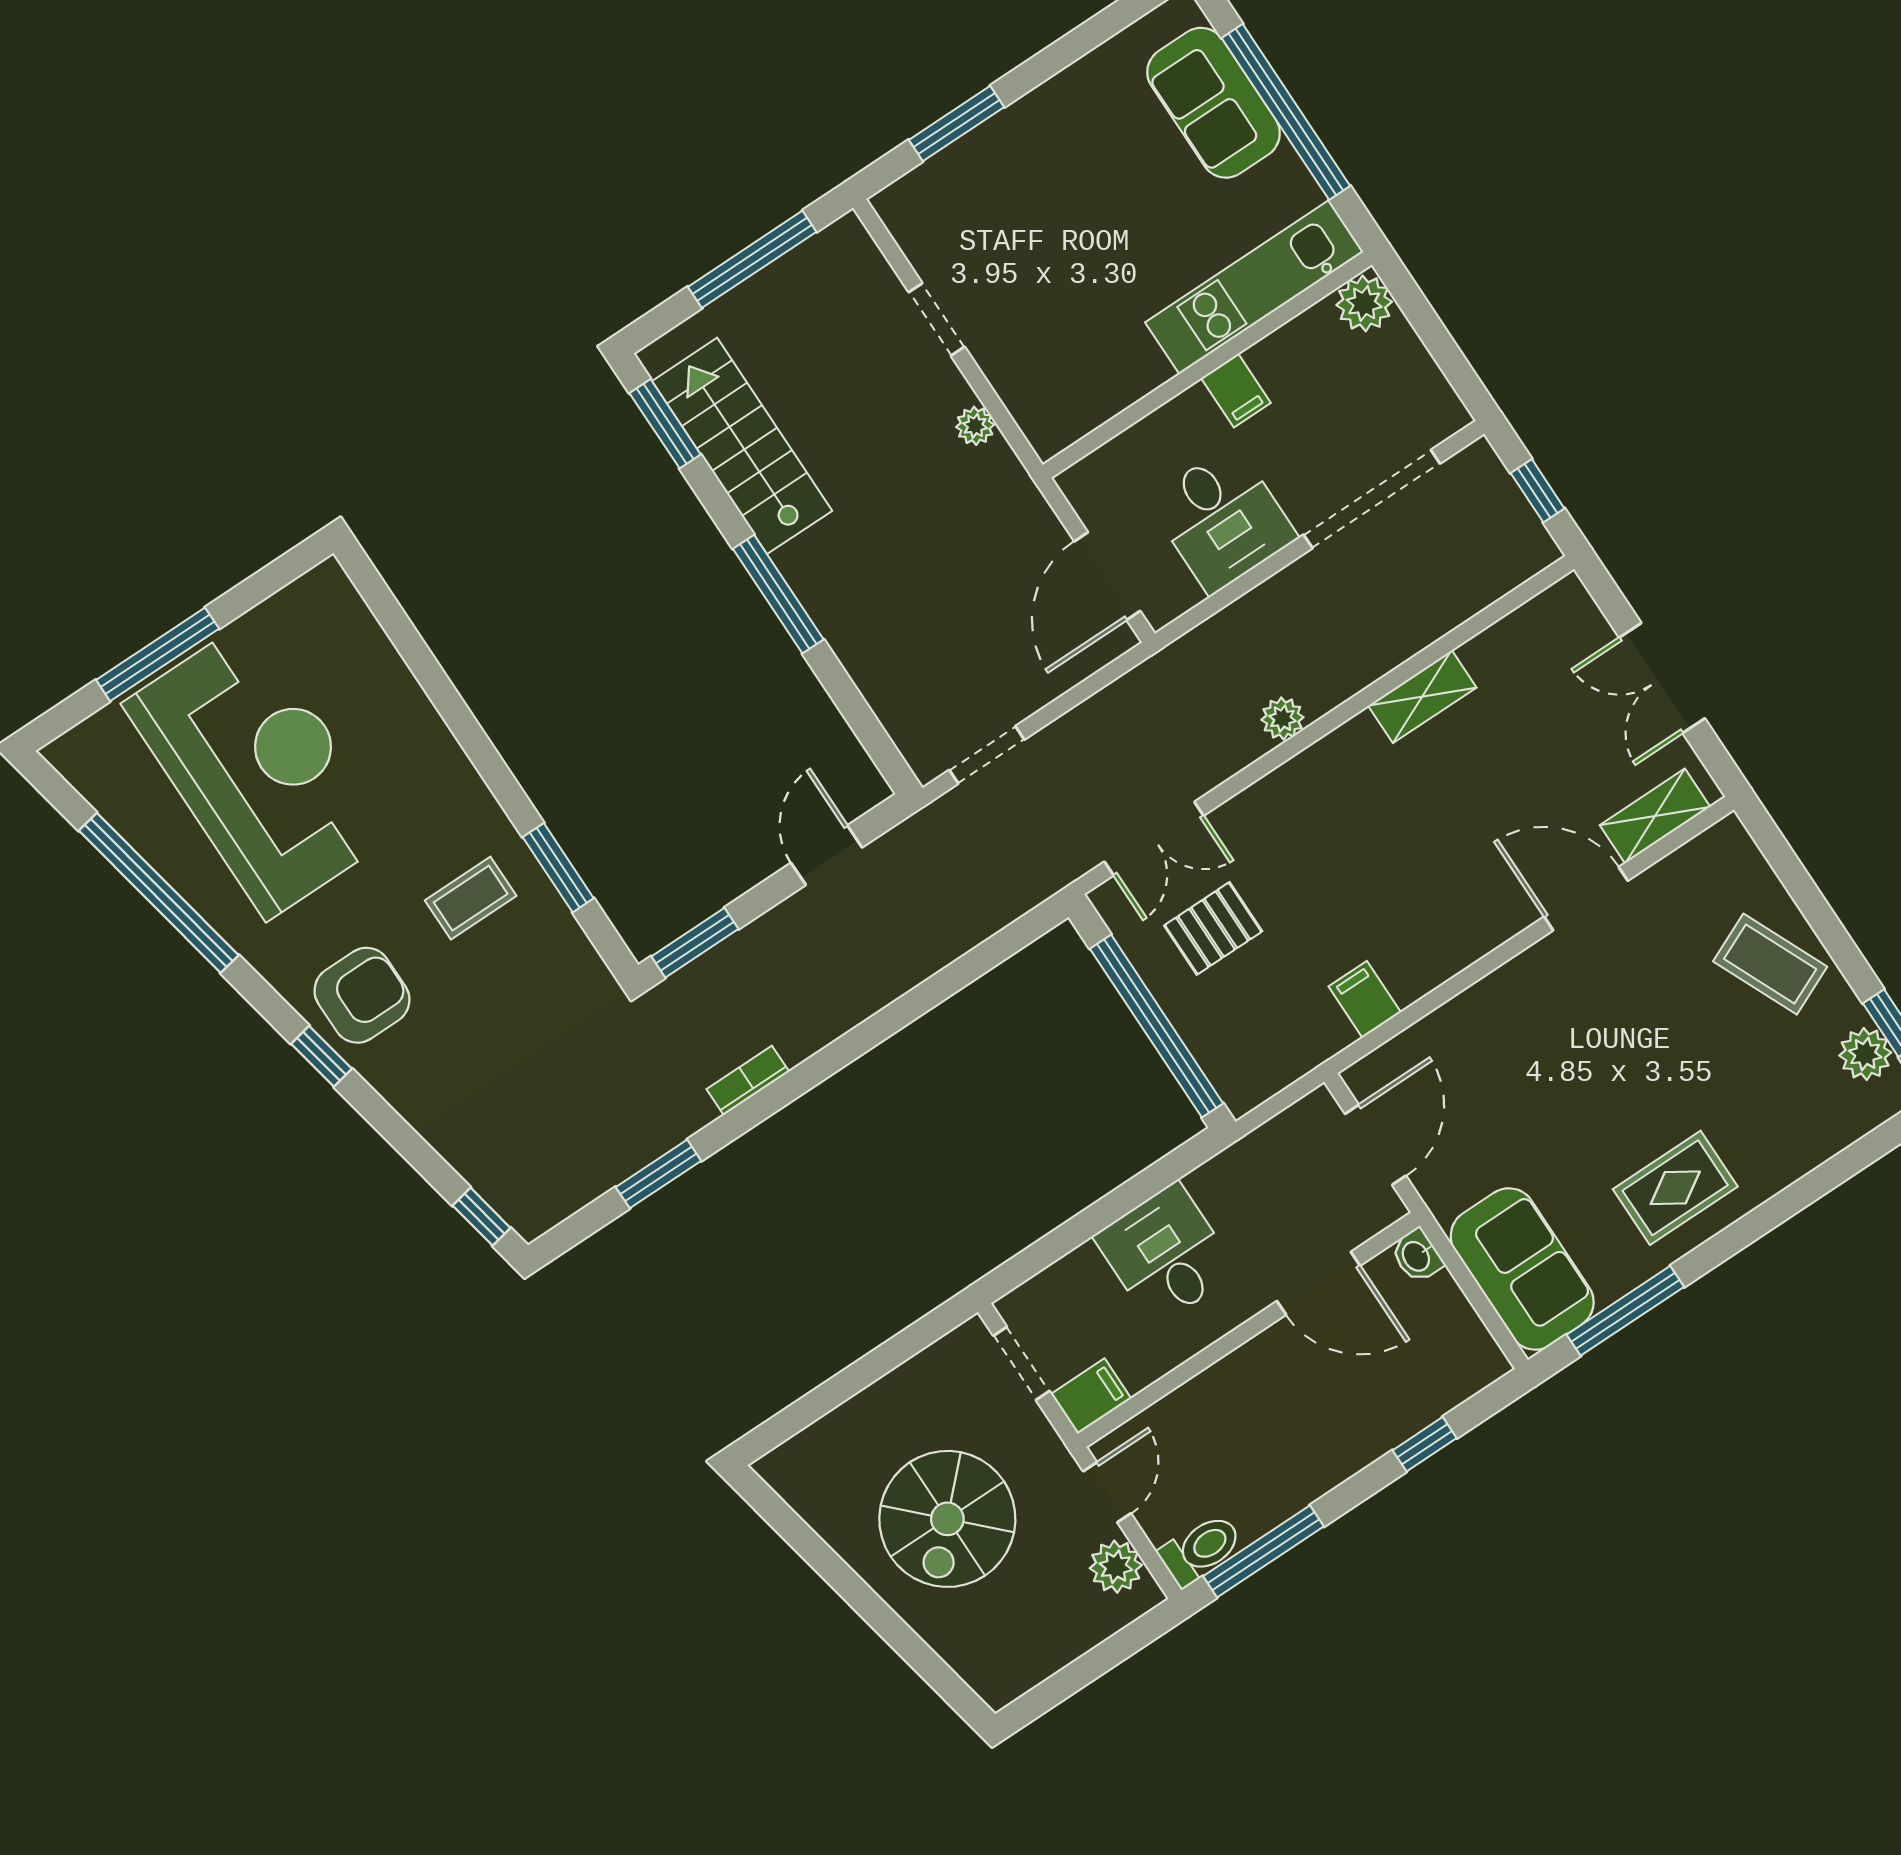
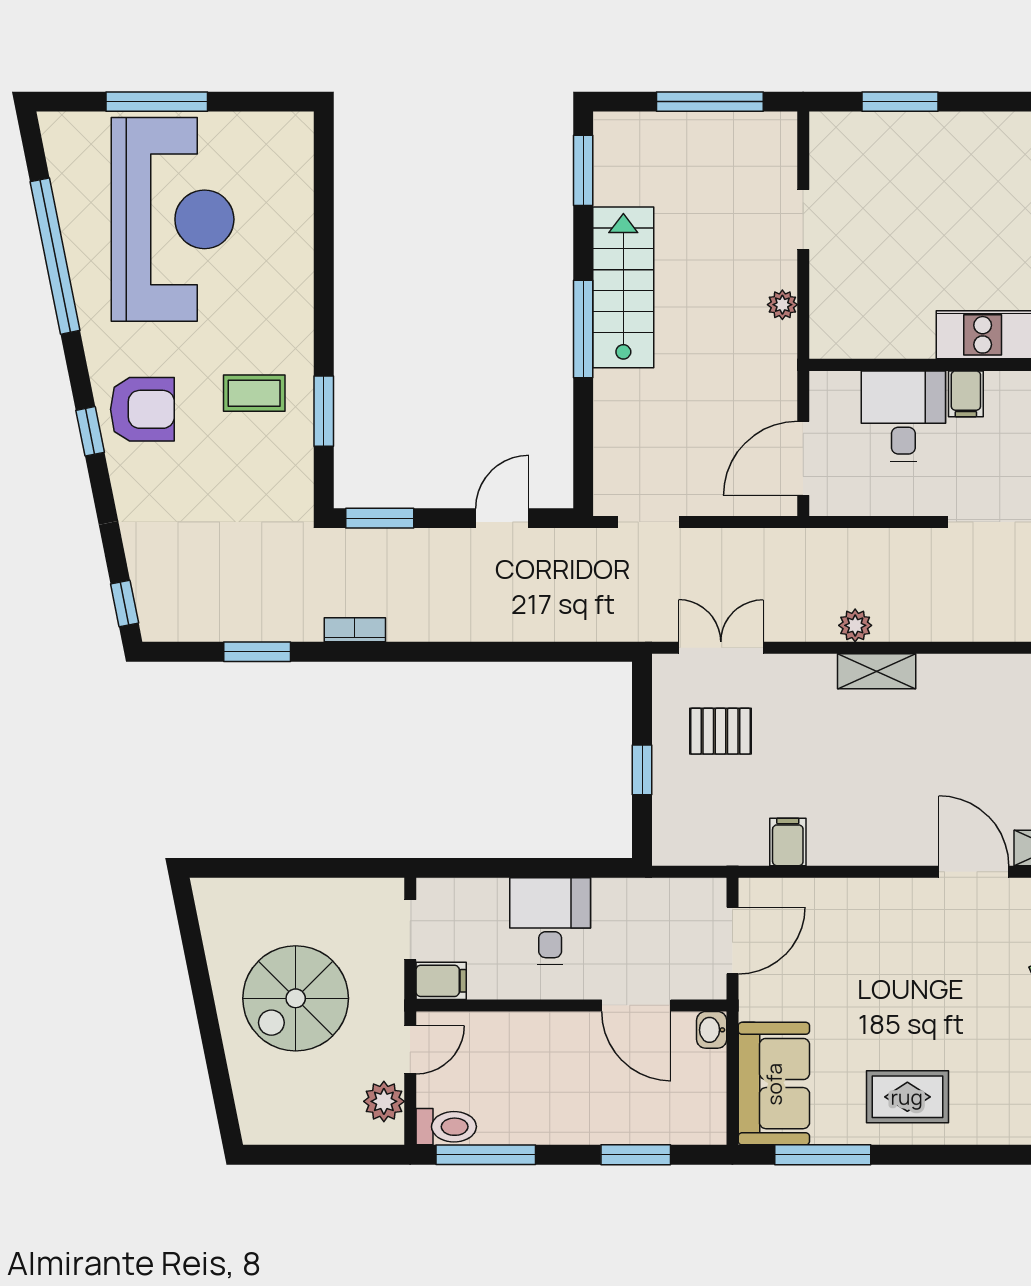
stairs: (742, 446) -> (623, 287), moved
desk: (1222, 519) -> (903, 416), moved, turned 180
shelving: (1422, 697) -> (877, 671), moved
double door: (1154, 839) -> (721, 648), swing flipped
window: (1157, 1026) -> (642, 770), width x0.32
window: (1425, 1444) -> (636, 1155), width x1.50

